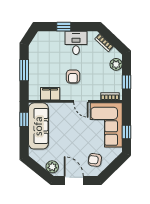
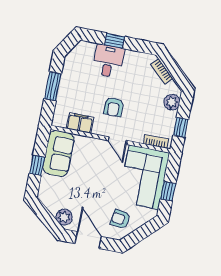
desk: (76, 43) -> (108, 61), moved
window: (24, 119) -> (37, 165), moved
sofa: (38, 126) -> (58, 153), width x0.73

